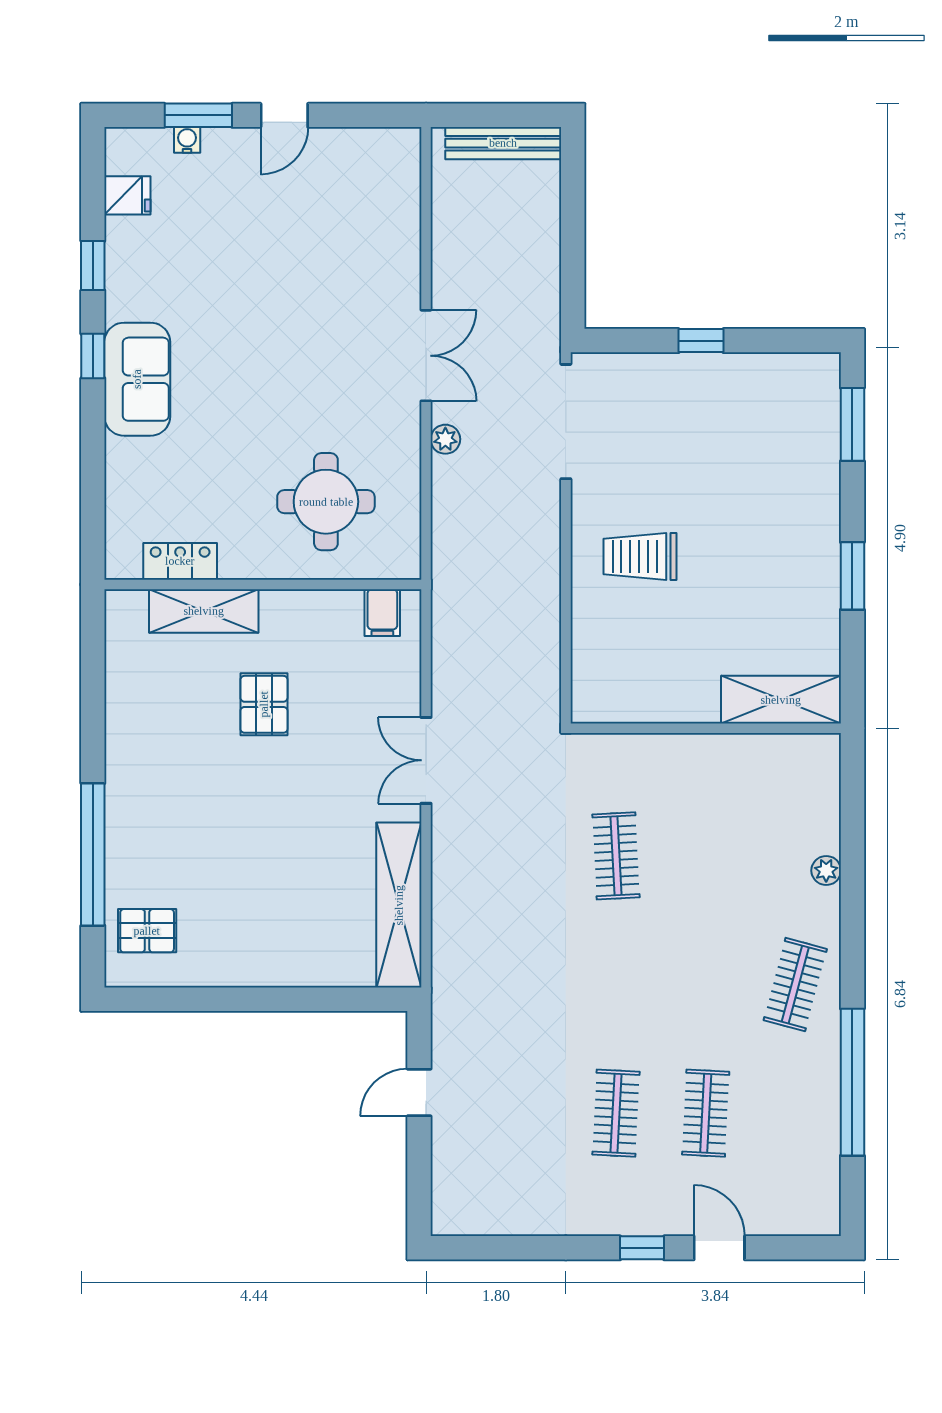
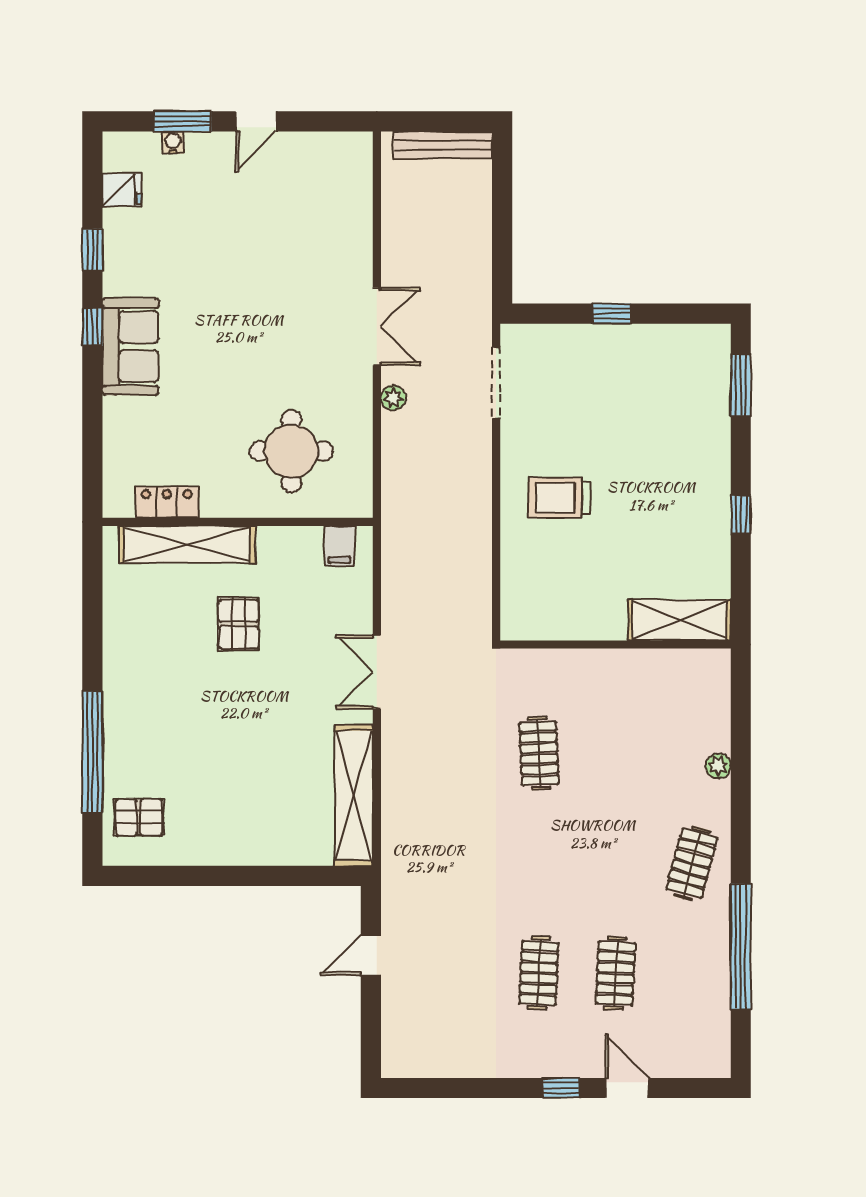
doorway: (566, 422) -> (496, 383), width x0.73
window: (852, 576) -> (741, 514), width x0.67
shelving: (204, 611) -> (187, 544), width x1.47

